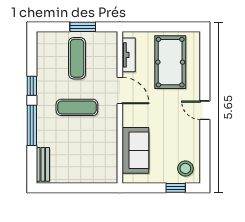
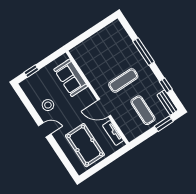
window: (83, 27) -> (164, 124), moved
window: (32, 86) -> (166, 85), moved
bench: (43, 164) -> (167, 103), moved
stool: (185, 168) -> (48, 105), moved

